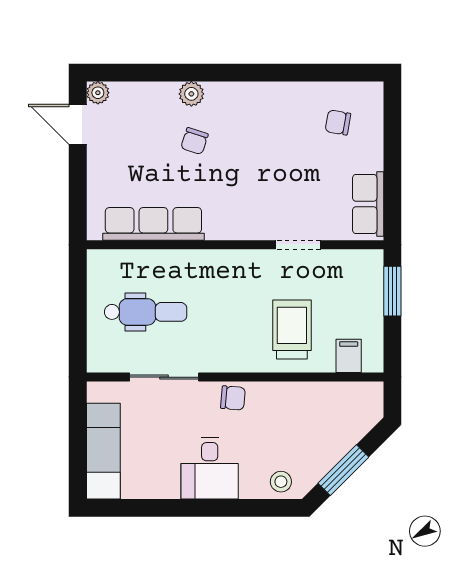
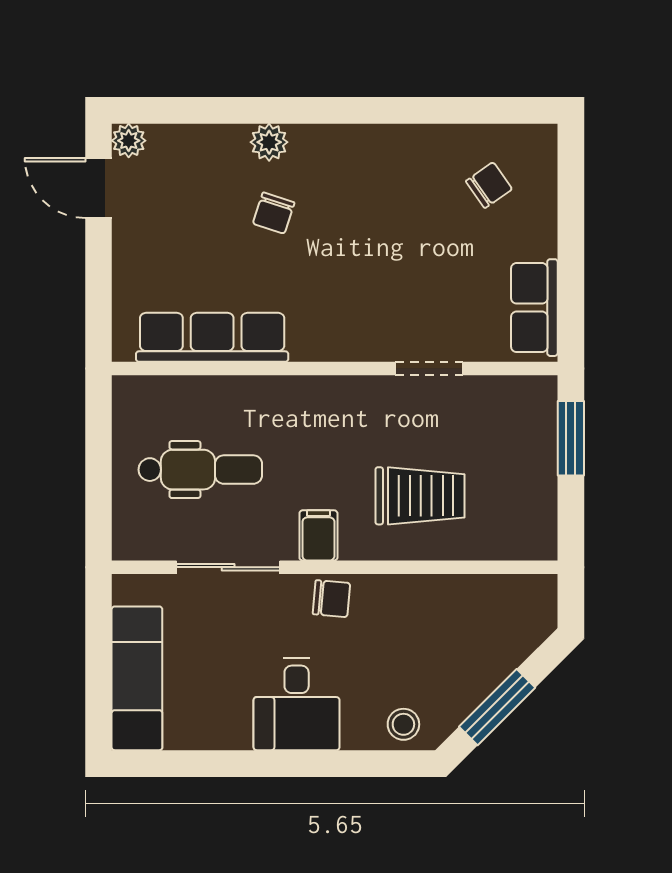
chair: (338, 122) -> (489, 185), turned 135
trolley: (292, 329) -> (420, 496), turned 90
filing cabinet: (349, 356) -> (318, 535), moved

